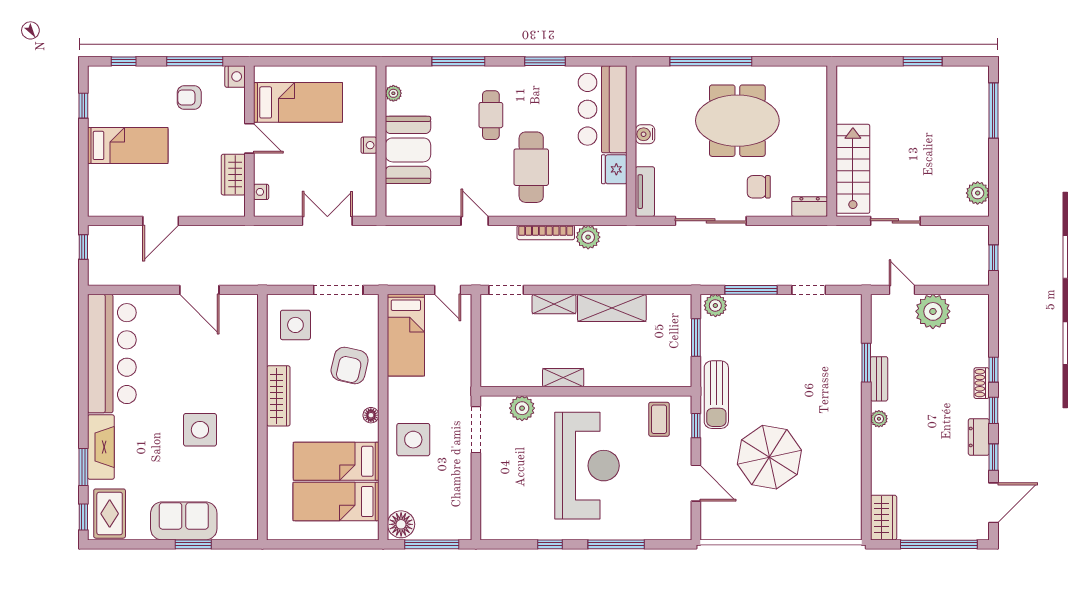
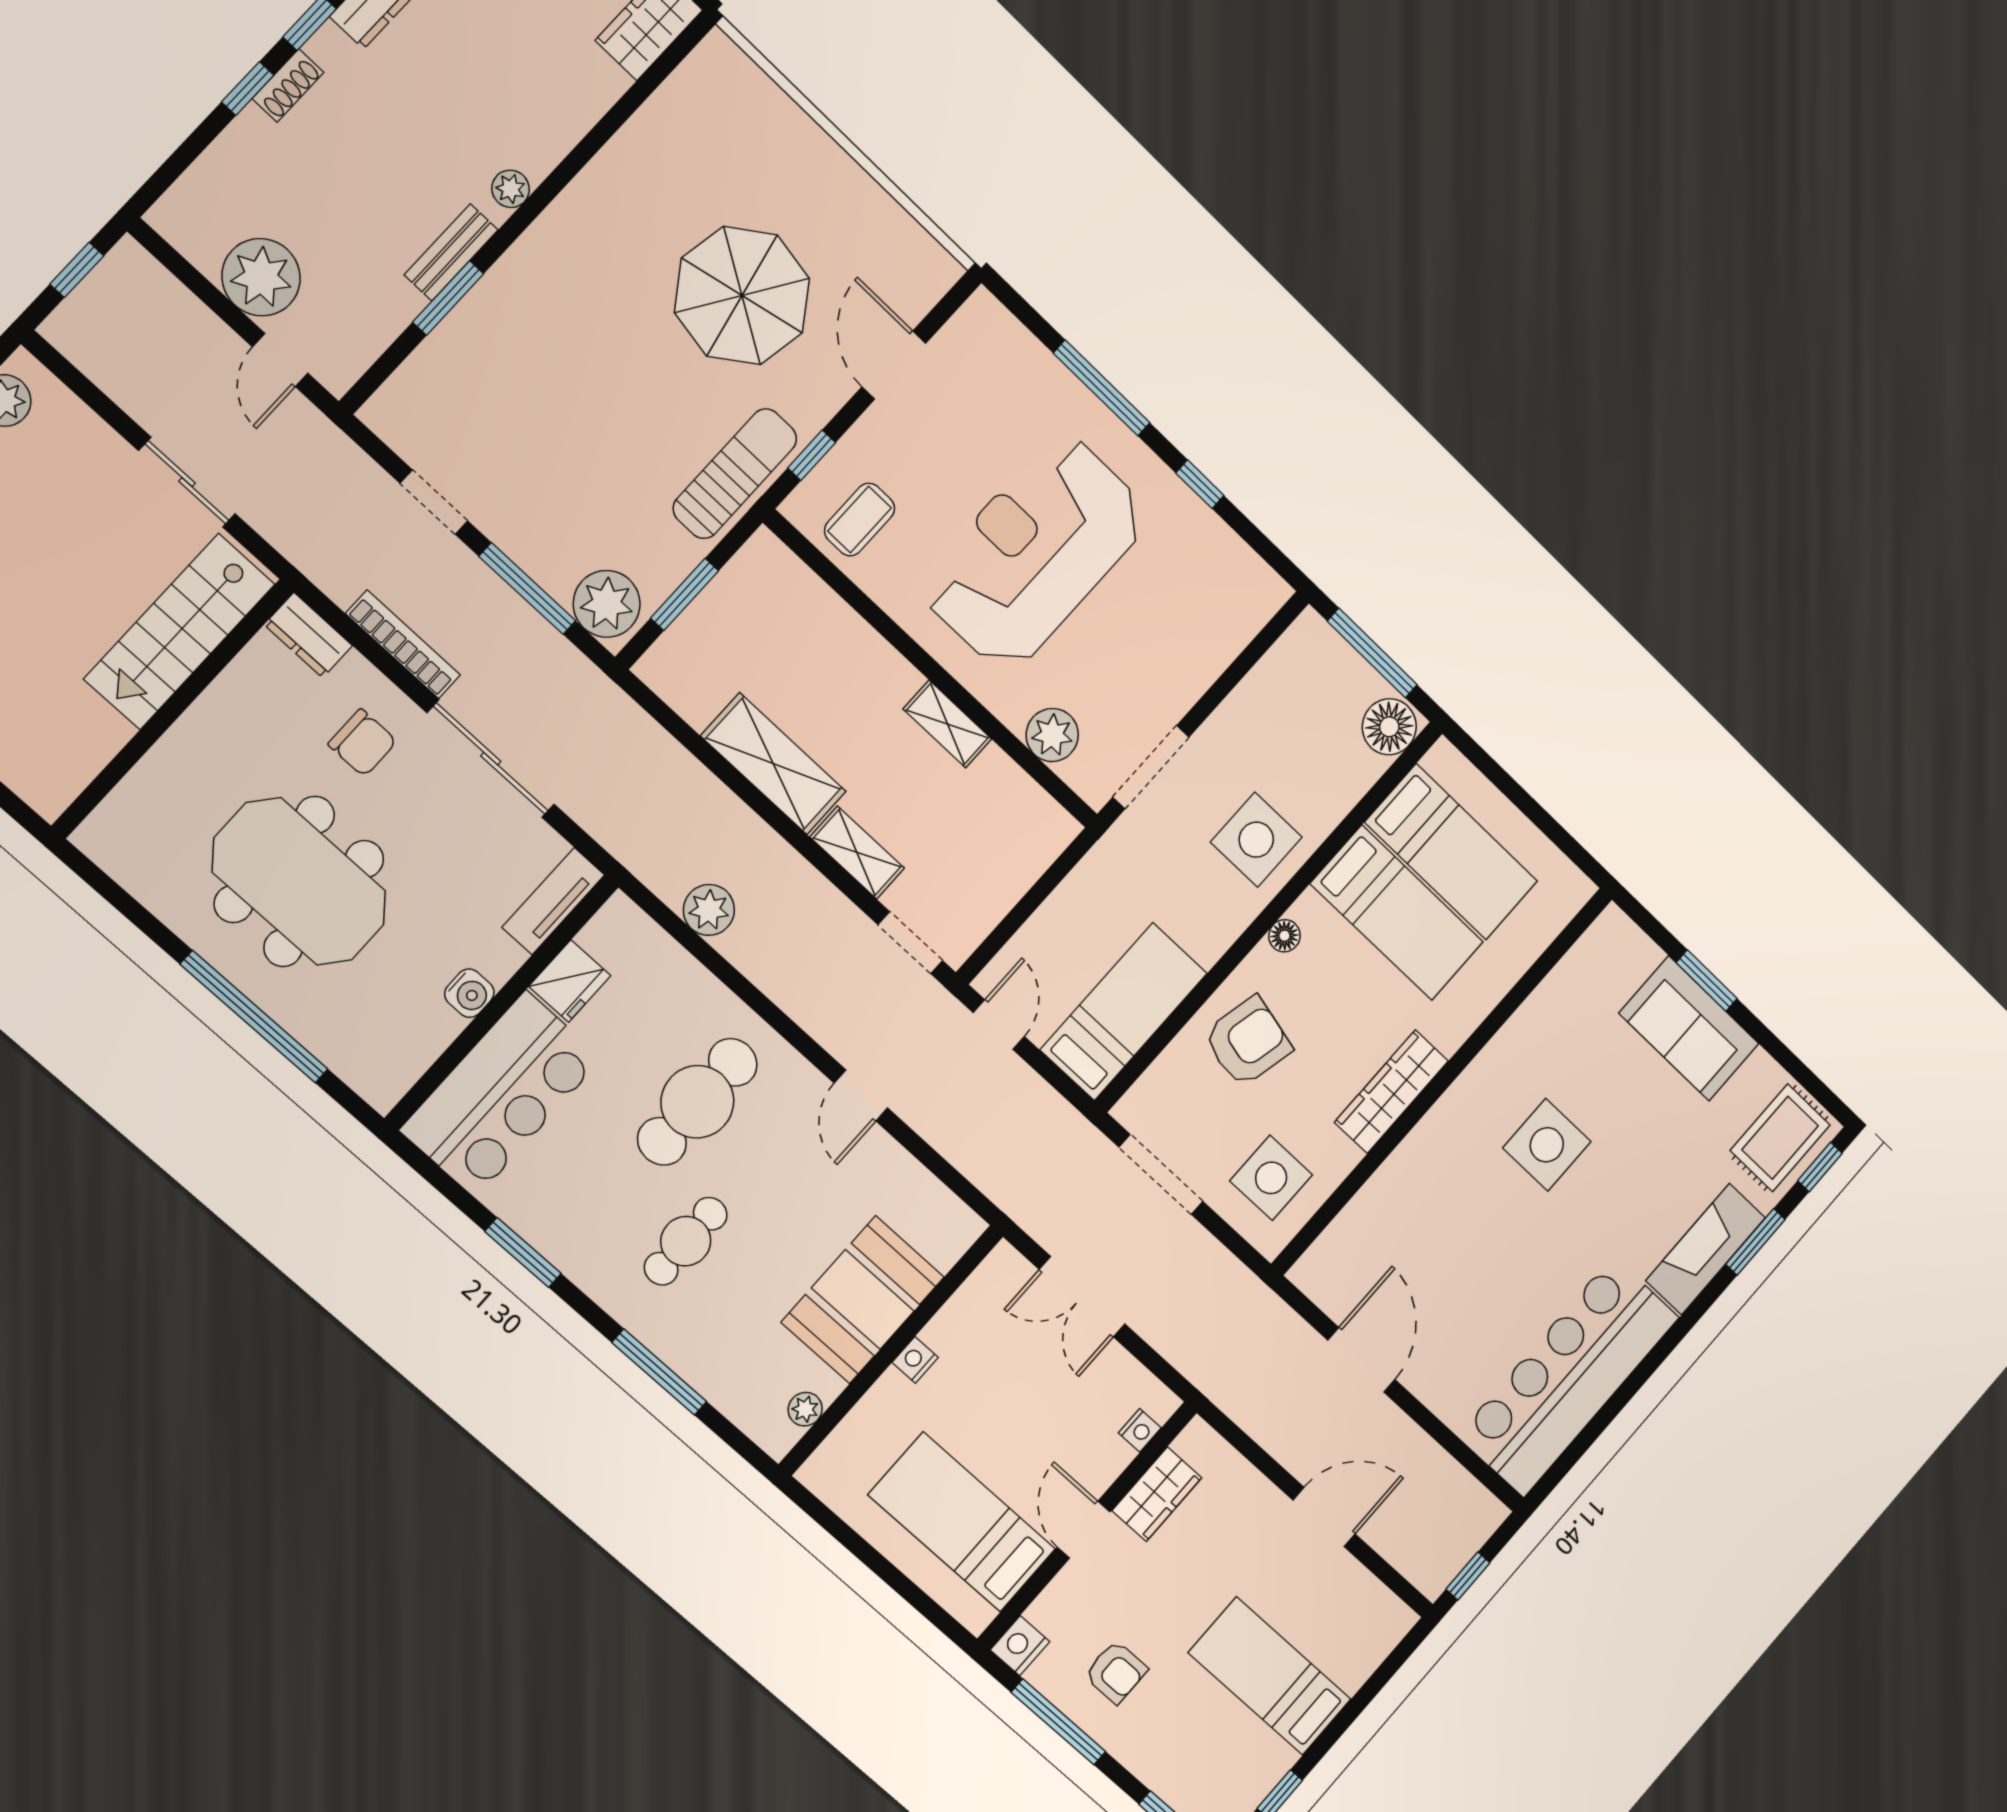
bookcase: (546, 232) -> (403, 644), moved
plant: (715, 305) -> (607, 604), width x1.36, depth x1.36

